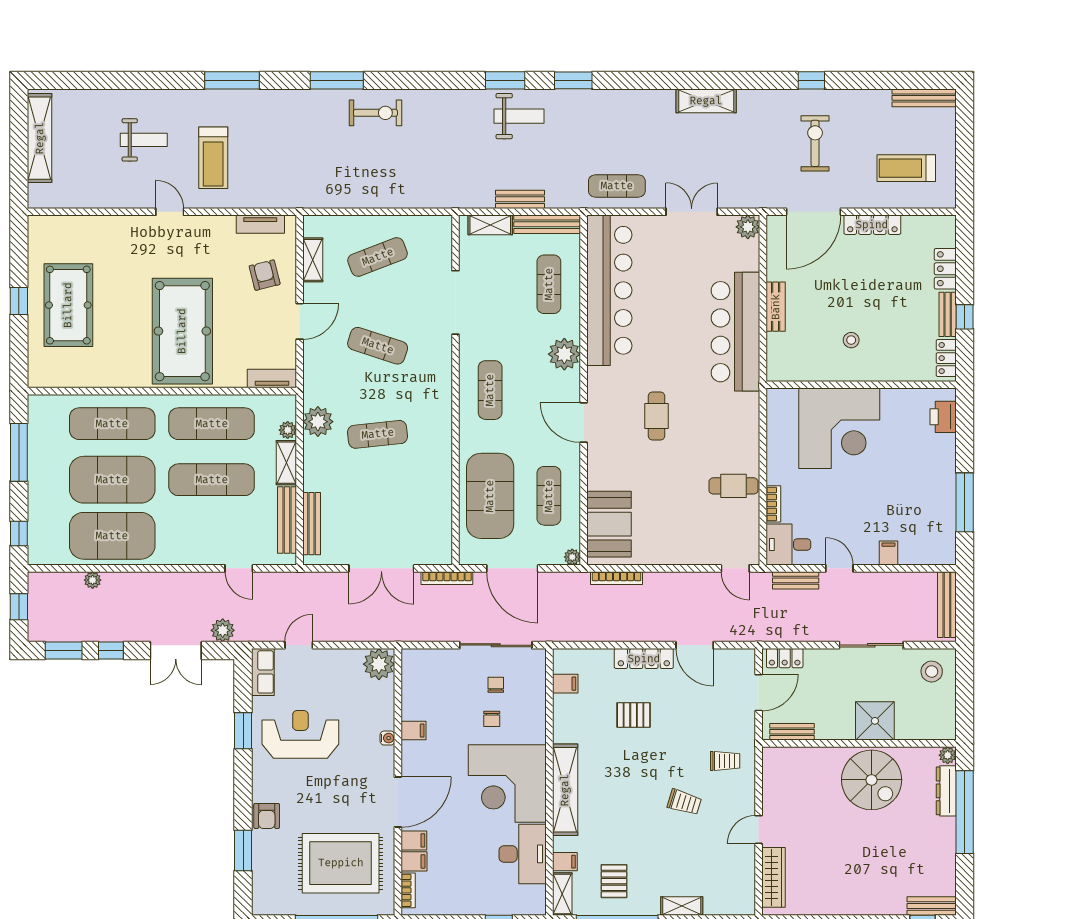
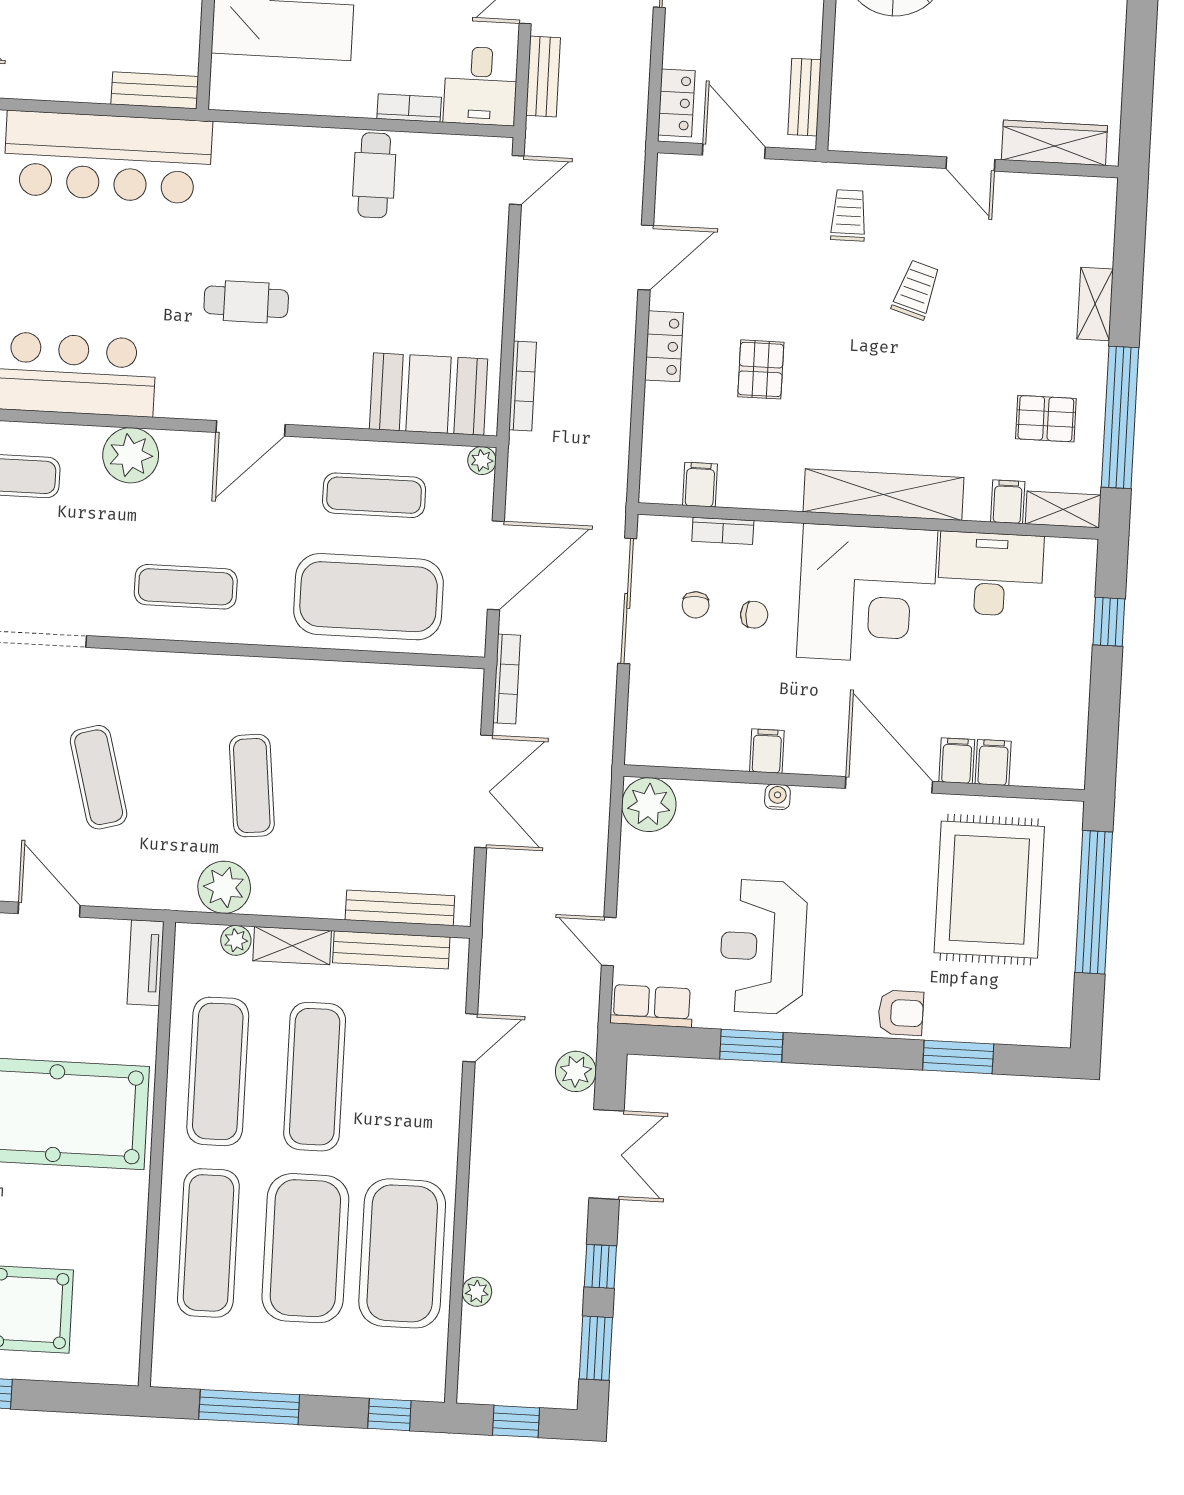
bench: (776, 307) -> (155, 90), moved
exercise mat: (378, 346) -> (99, 777), turned -33
locker: (644, 659) -> (664, 346), width x0.66
chair: (496, 685) -> (696, 605), turned -90
bookcase: (408, 890) -> (723, 531), moved, turned 180

